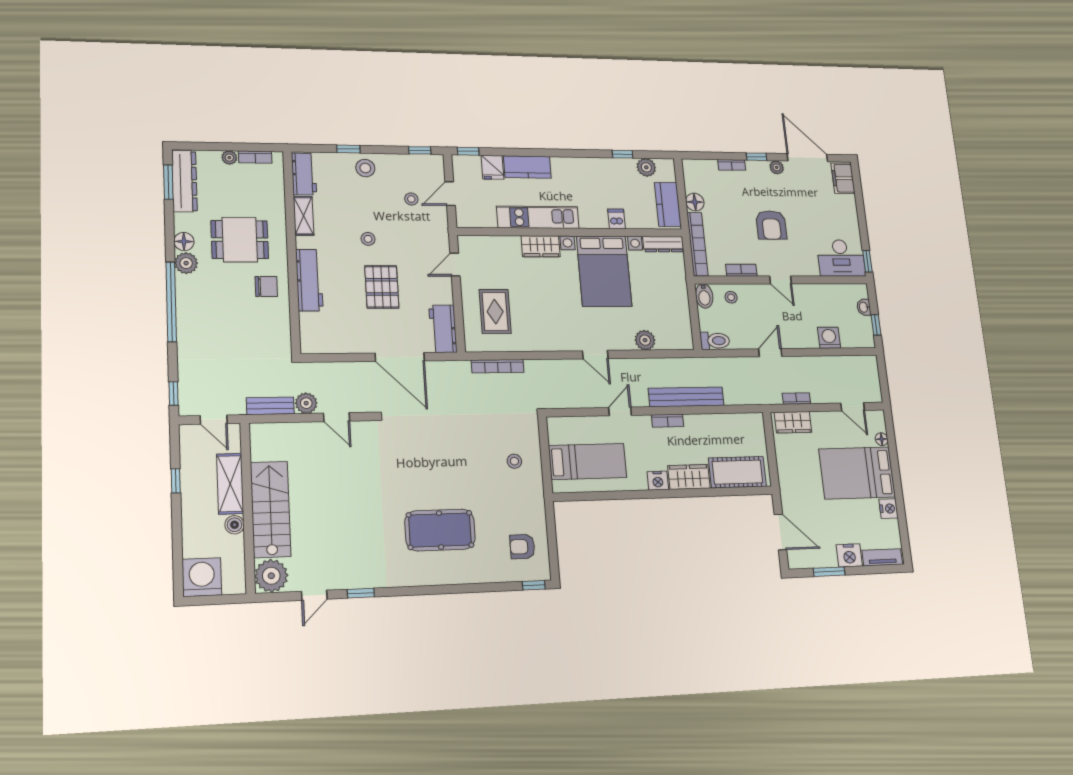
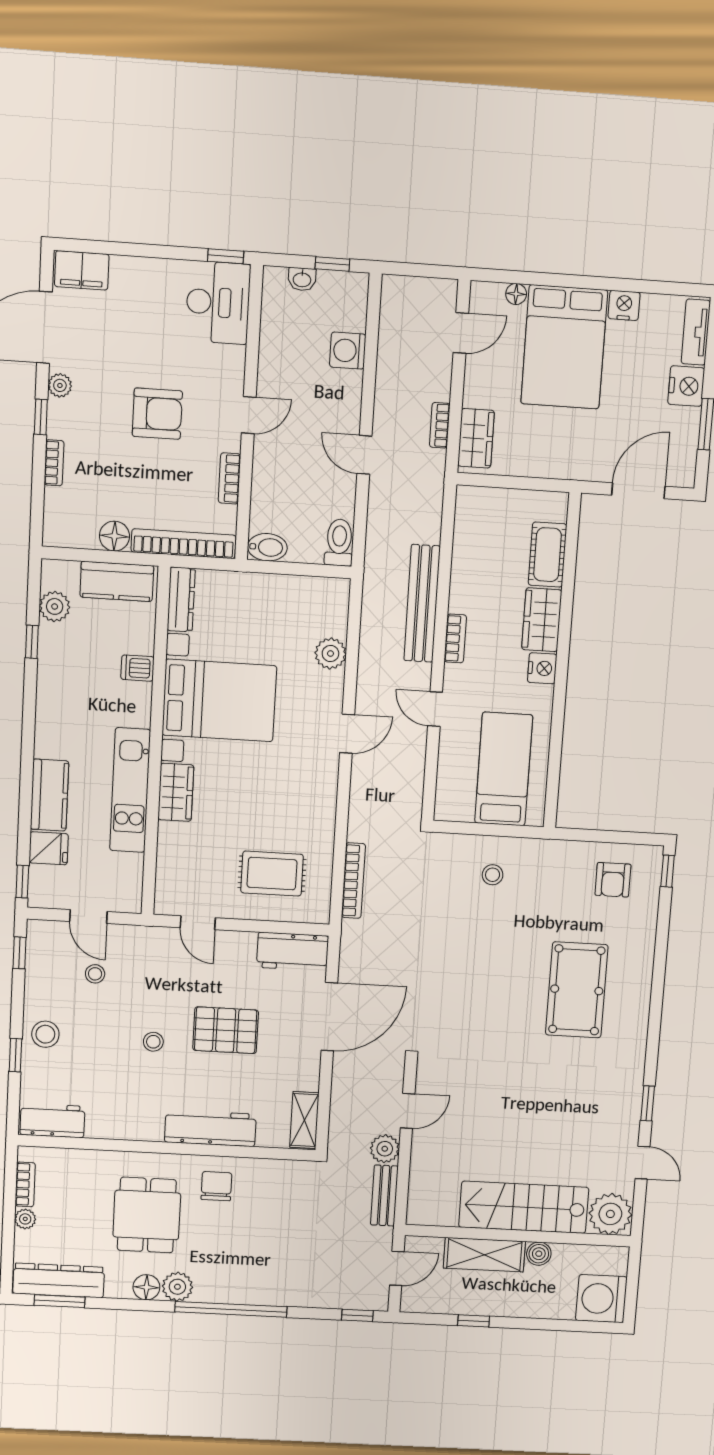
shelving: (304, 216) -> (304, 1120), moved, turned 90
stool: (731, 297) -> (272, 504), removed
cot: (737, 472) -> (548, 555), width x0.73, depth x0.75

